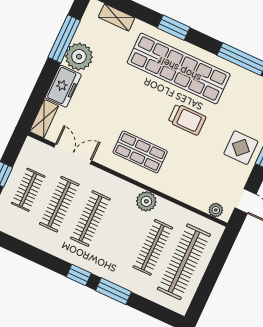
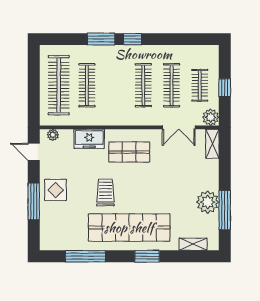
freezer: (63, 86) -> (89, 139), moved, turned -90
trolley: (187, 119) -> (105, 192), turned 90
plant: (146, 201) -> (211, 117), moved

